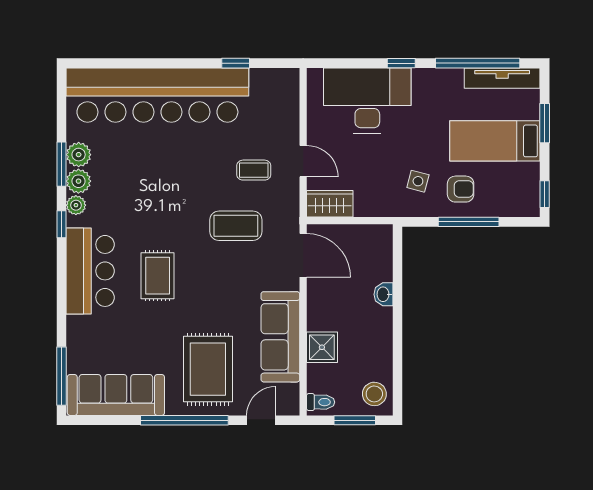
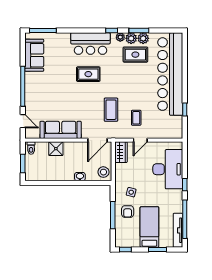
rug: (208, 369) -> (135, 55), moved, width x0.73, depth x0.70
stool: (374, 394) -> (103, 172), moved
sofa: (116, 395) -> (34, 55), width x0.73

